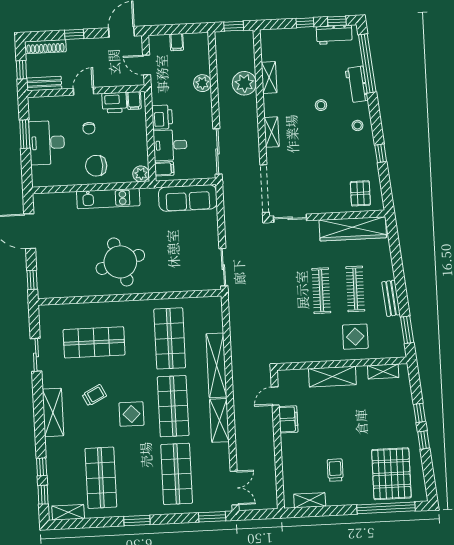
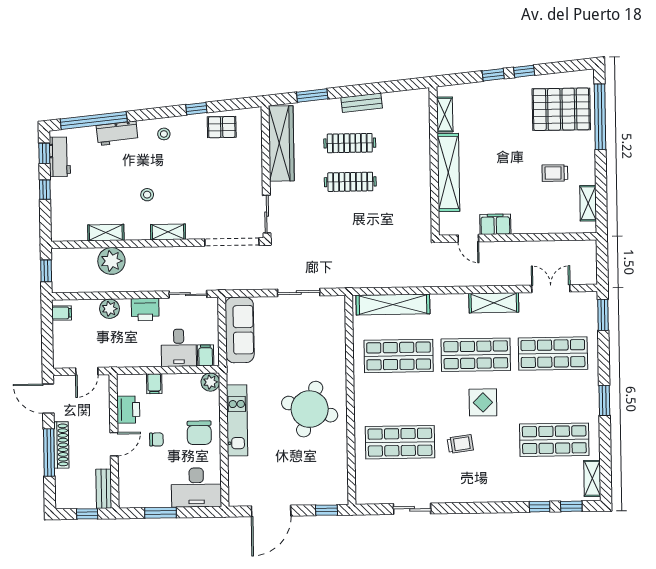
window: (74, 34) -> (49, 453), width x2.17
filing cabinet: (177, 42) -> (62, 313), moved
shoe rack: (45, 47) -> (61, 445), moved
door: (83, 91) -> (114, 444), swing flipped
filing cabinet: (134, 101) -> (154, 384), moved, turned 90
stool: (321, 105) -> (147, 195), moved
printer: (162, 117) -> (145, 310), moved, turned 180
desk: (47, 143) -> (196, 487), moved
sliding door: (217, 151) -> (188, 294), width x0.73
pallet: (360, 193) -> (222, 127), moved
round table: (120, 262) -> (310, 409), turned 34
sliding door: (223, 267) -> (299, 292), moved
window: (407, 330) -> (312, 95), moved
display table: (355, 337) -> (404, 145), removed
shop shelf: (94, 342) -> (400, 442), turned 90
shelving: (216, 365) -> (393, 304), moved
shelving: (332, 377) -> (448, 172), width x1.47
trolley: (94, 395) -> (460, 444), turned 109
shelving: (53, 412) -> (478, 492), removed
double door: (234, 488) -> (551, 289), moved

